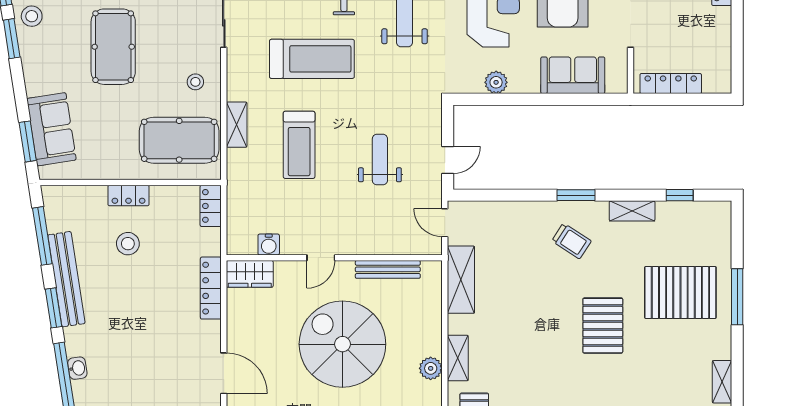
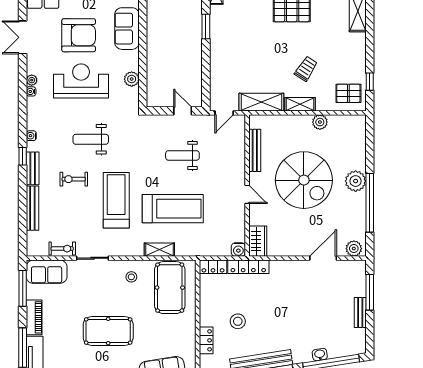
treadmill: (299, 145) -> (173, 209), width x1.37, depth x1.38
locker: (129, 196) -> (206, 340), moved
trolley: (571, 241) -> (306, 69), moved
water cooler: (269, 245) -> (238, 250), moved, turned 90
locker: (211, 288) -> (248, 267), moved
spiral stairs: (342, 344) -> (304, 180), turned -90
shelving: (458, 358) -> (300, 104), moved

